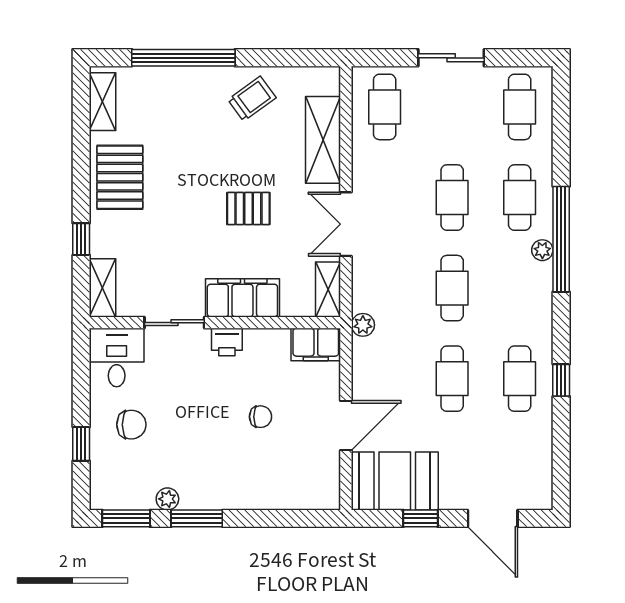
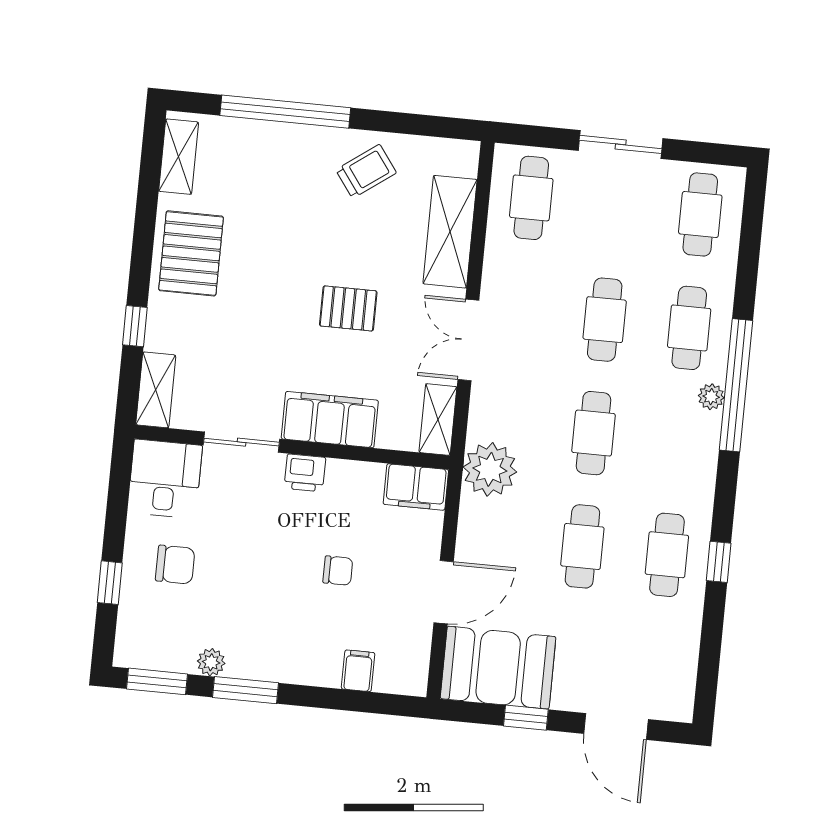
plant: (363, 325) -> (490, 469), width x1.88, depth x1.88
filing cabinet: (284, 494) -> (358, 671), added

